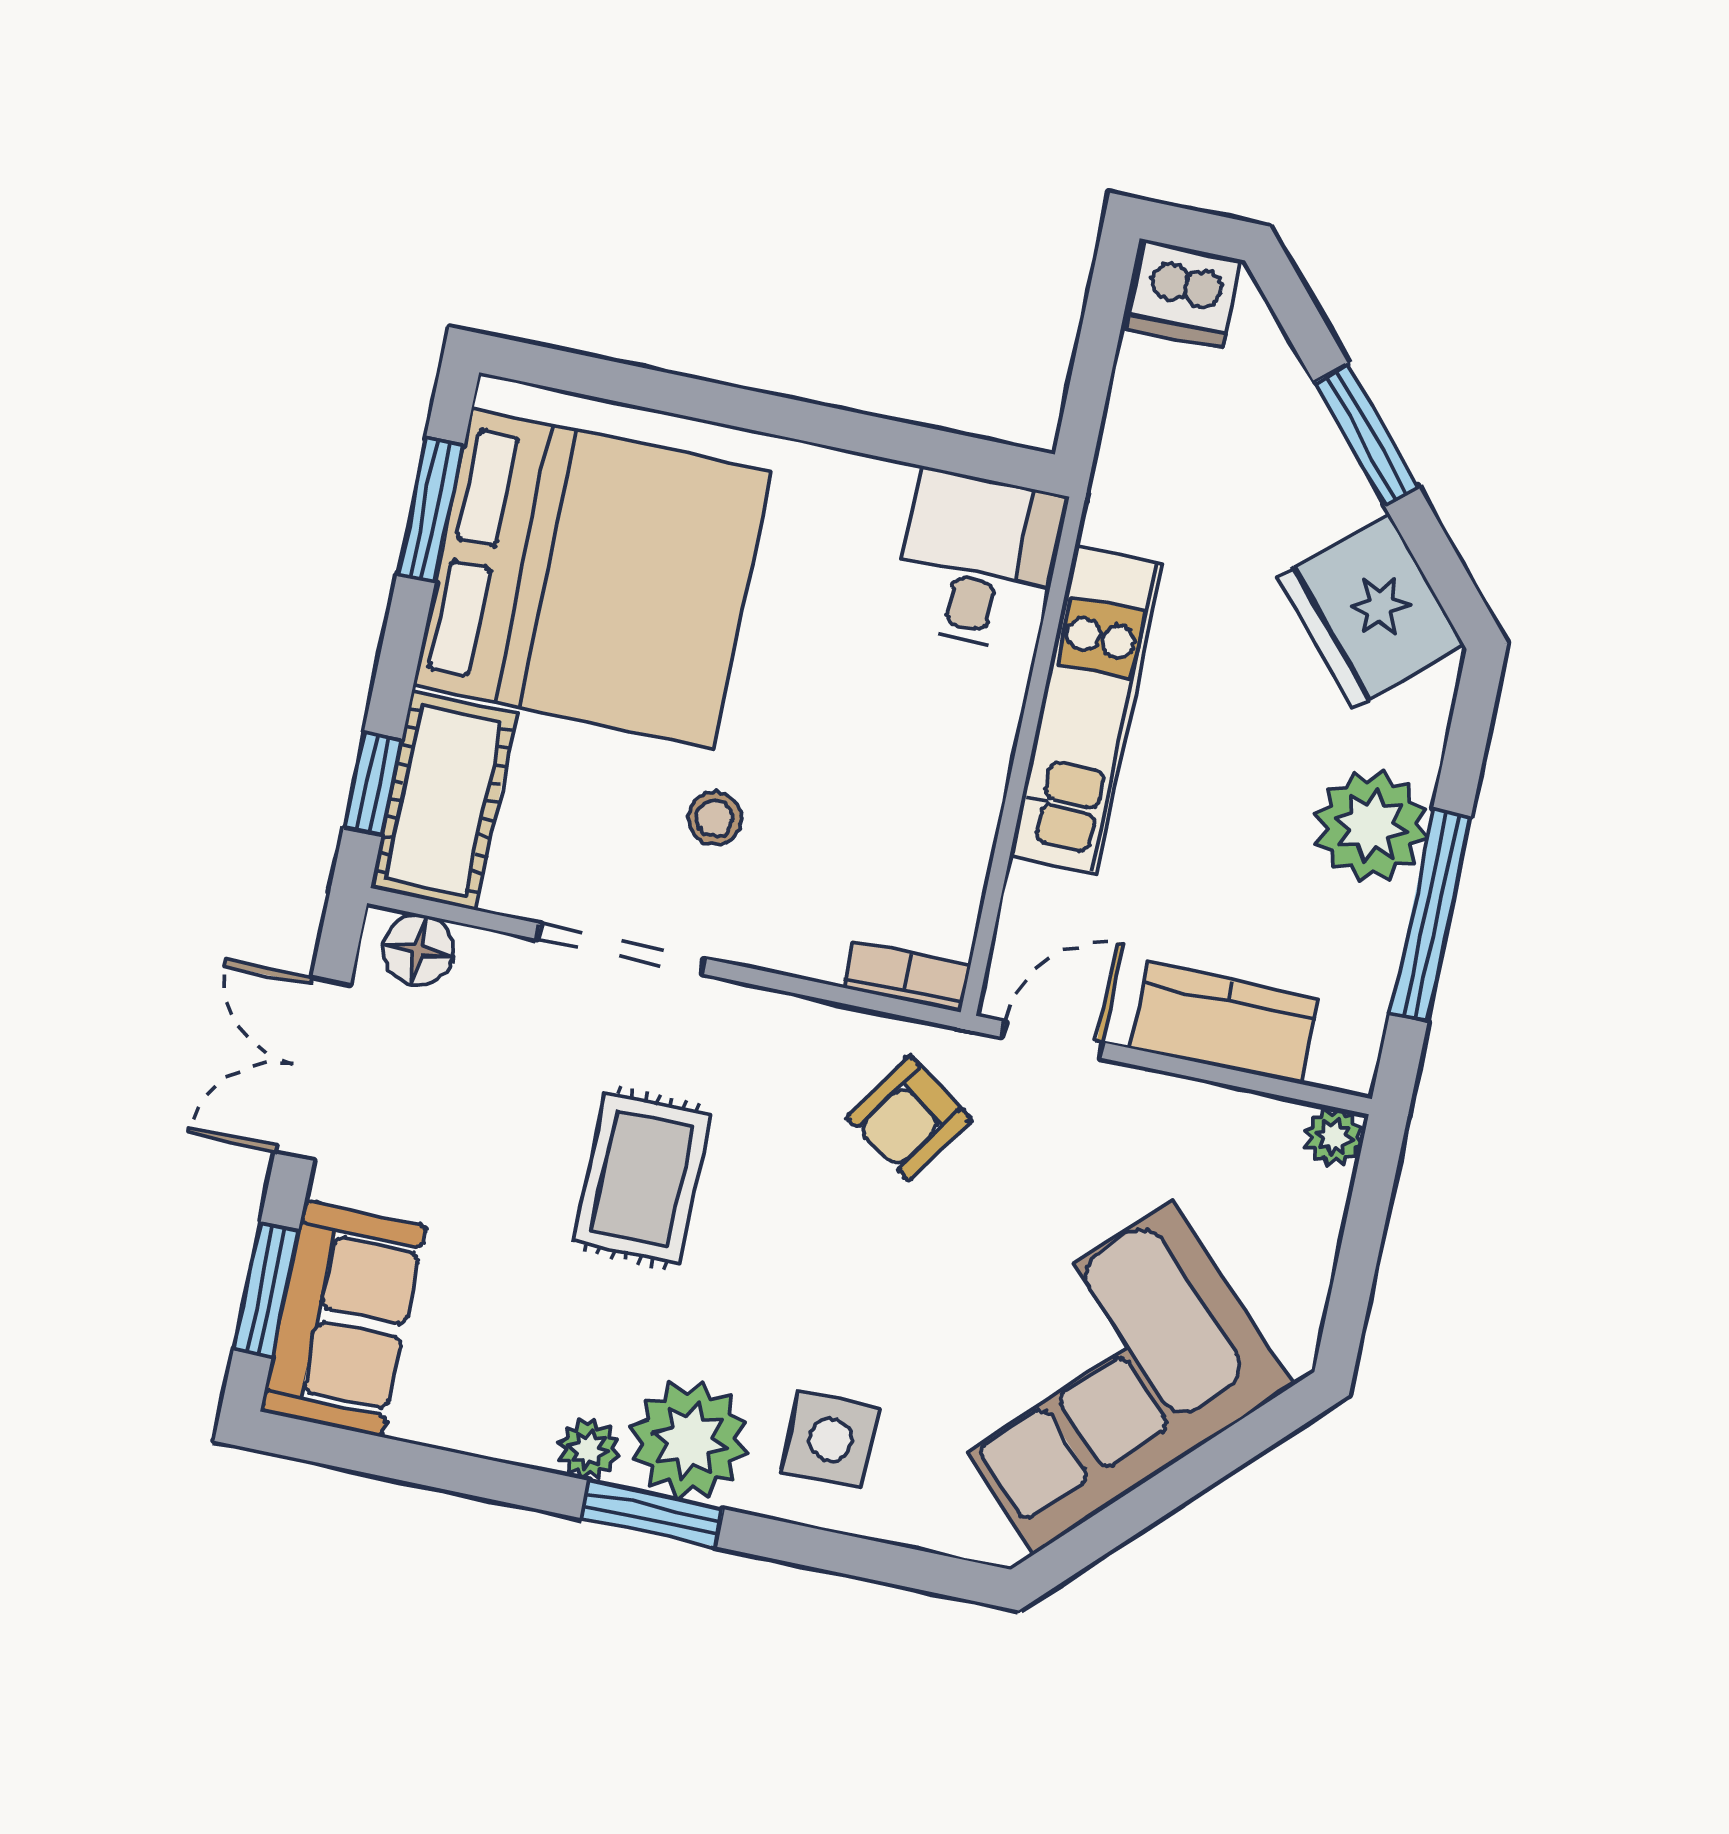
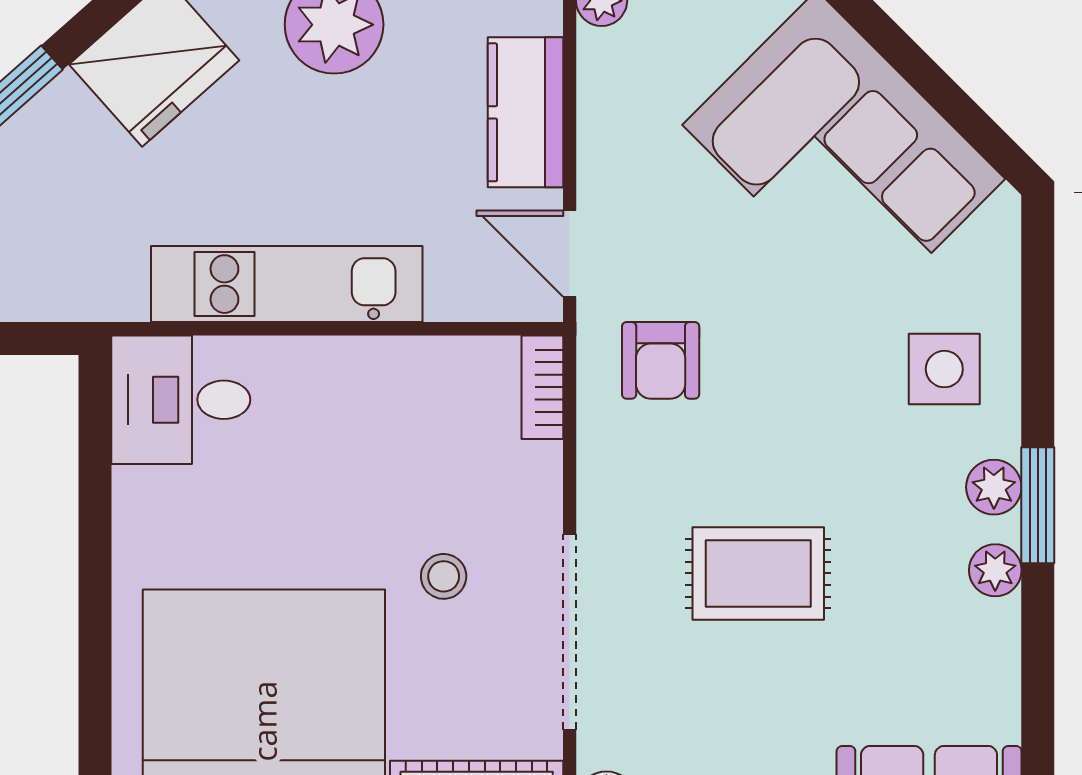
doorway: (621, 949) -> (570, 632), width x1.36
armchair: (909, 1118) -> (661, 360), turned 56
plant: (690, 1440) -> (994, 487), width x0.53, depth x0.53

